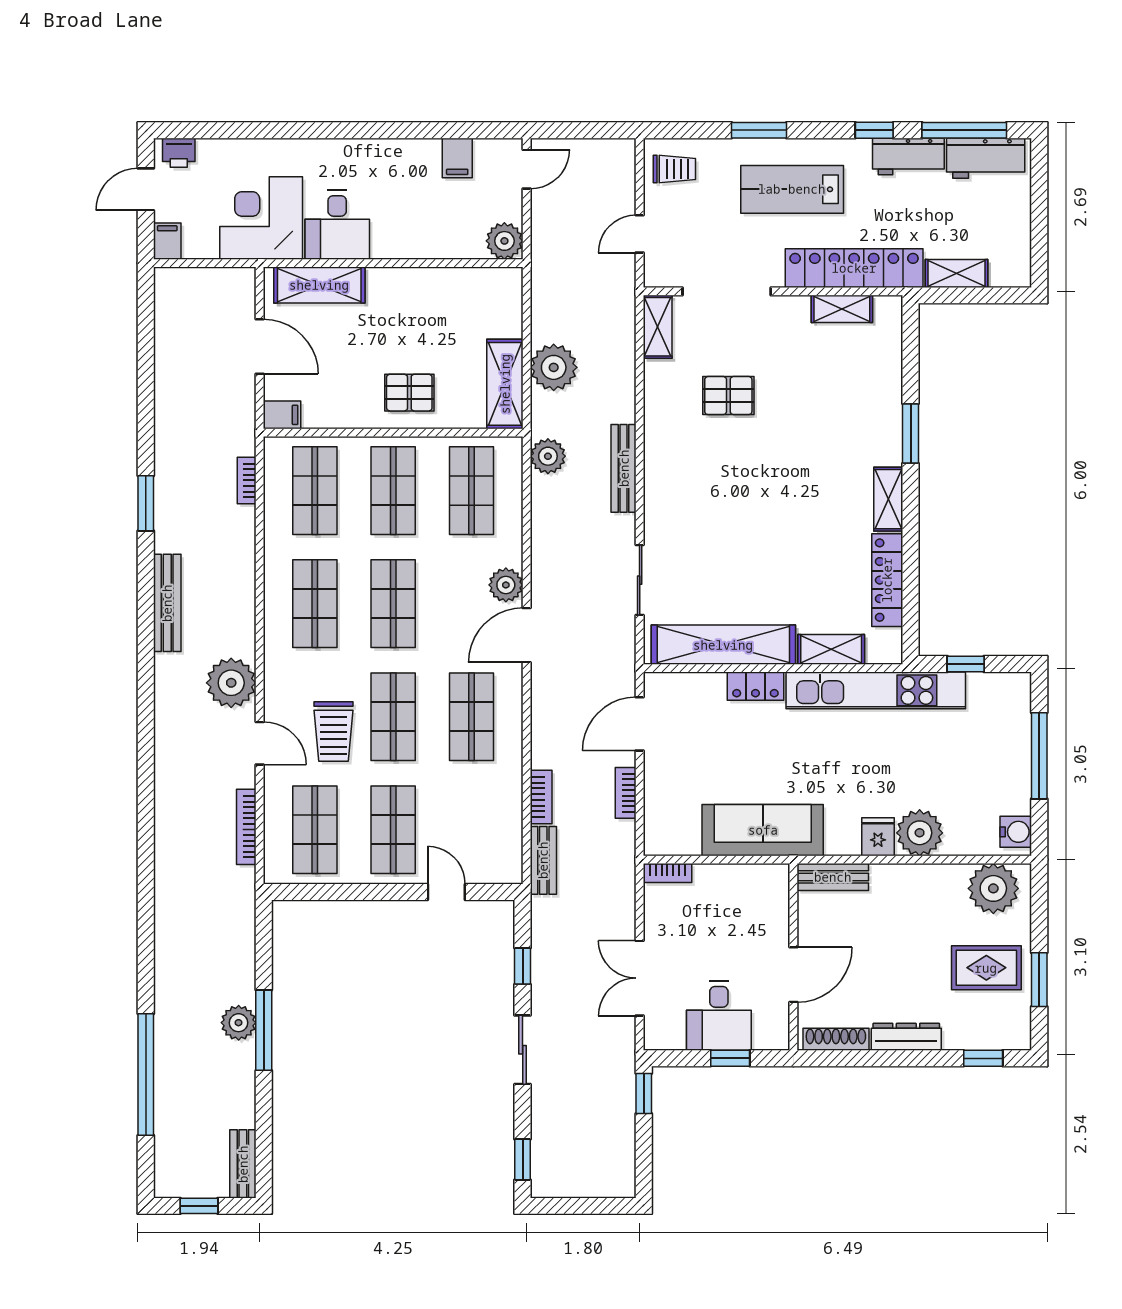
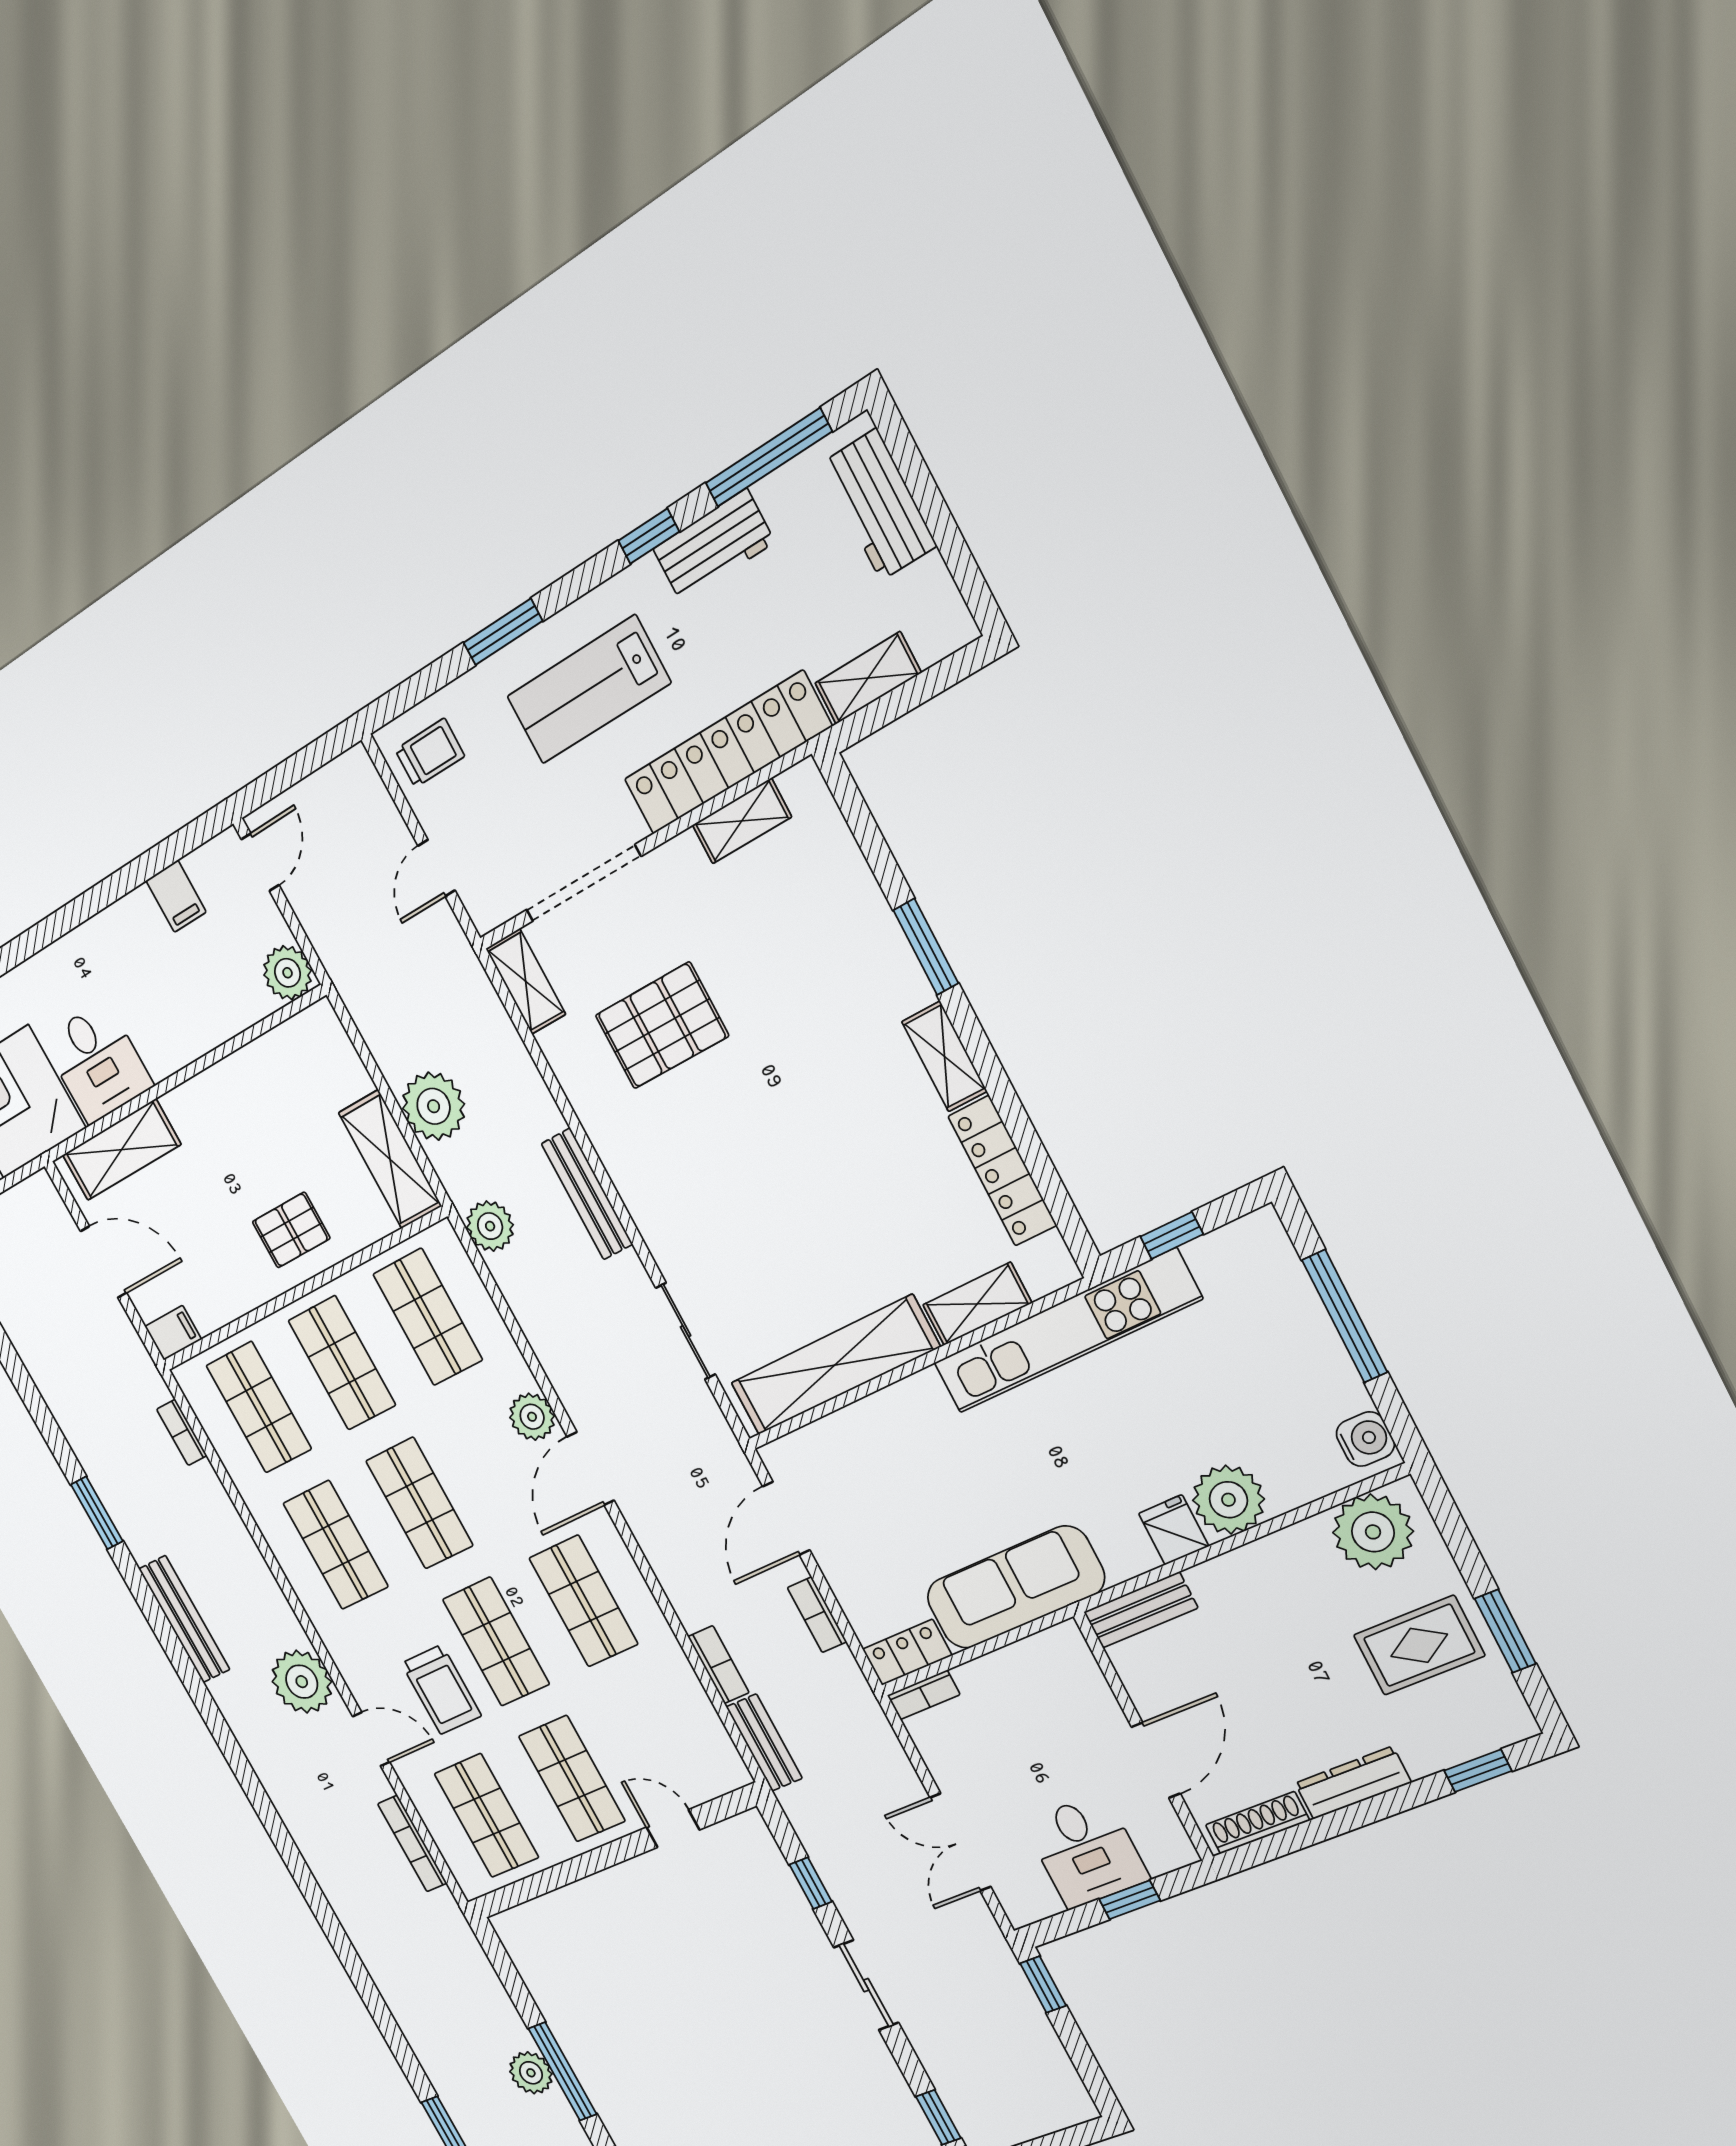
workbench: (986, 158) -> (879, 505), moved, turned 90
pallet: (728, 396) -> (662, 1026), width x1.50, depth x1.42
locker: (755, 686) -> (907, 1652), moved, turned 180

